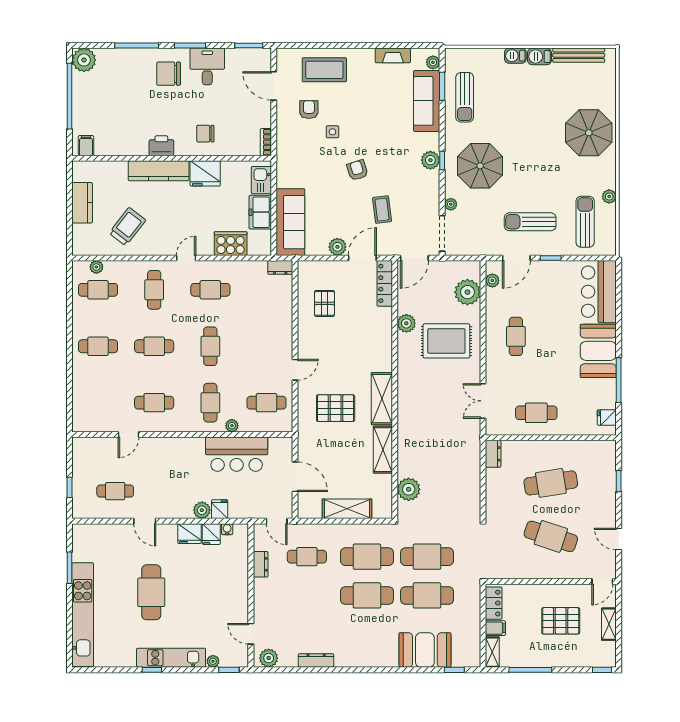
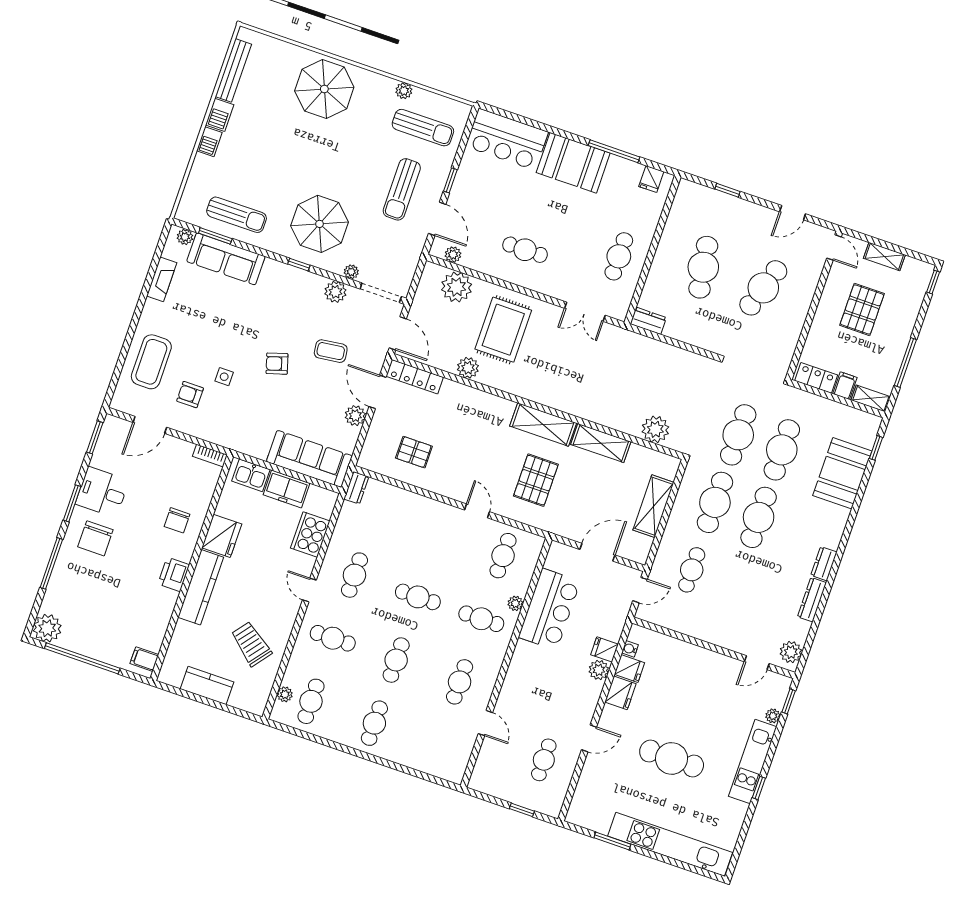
plant: (430, 160) -> (335, 292), moved
sun lounger: (585, 222) -> (423, 128), turned 180
dresser: (261, 564) -> (824, 564), moved, turned -90

